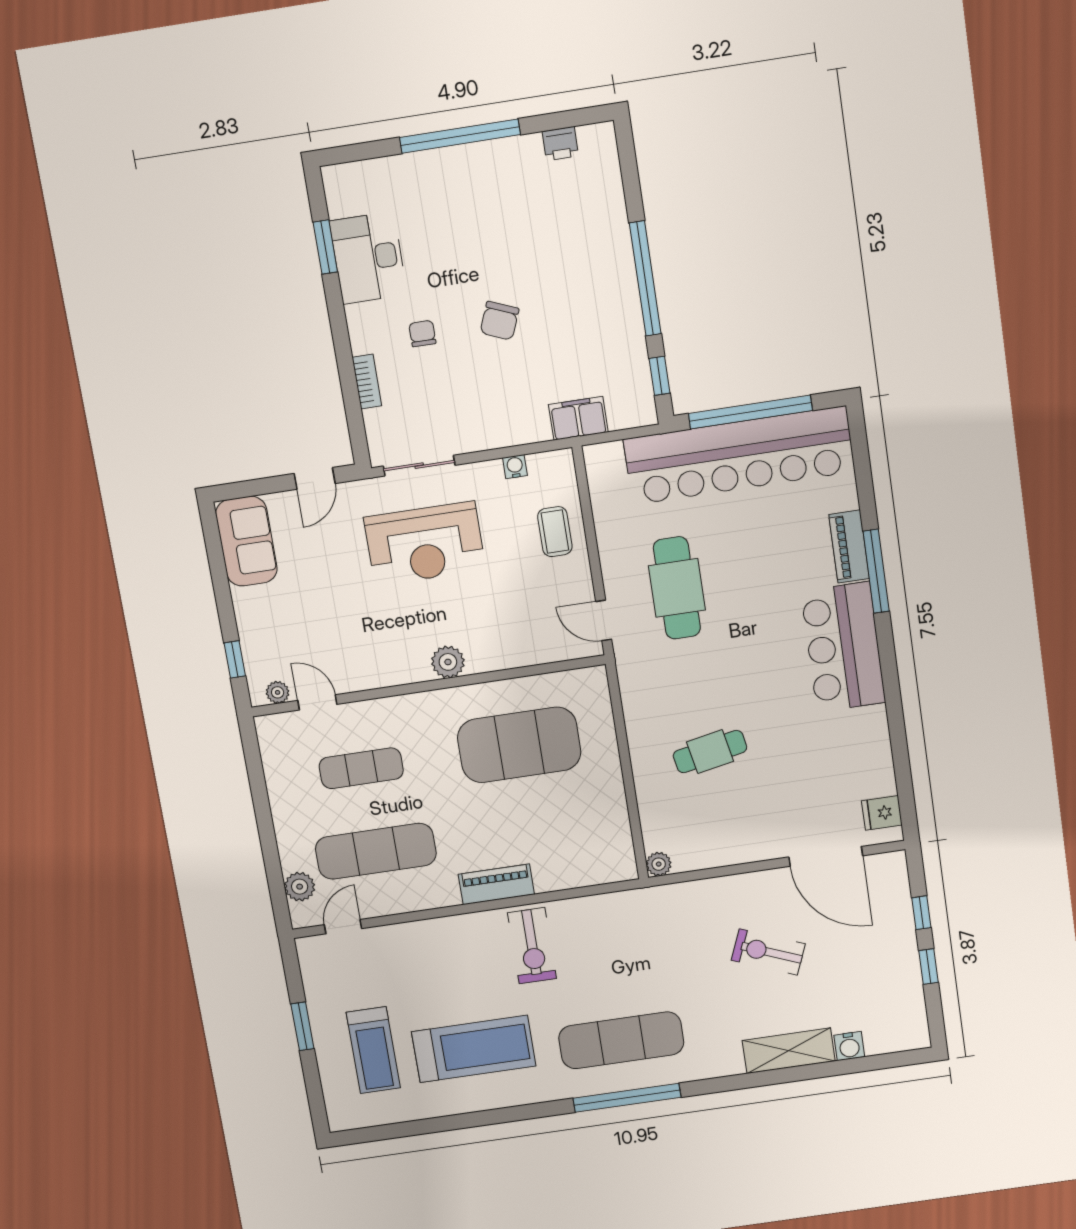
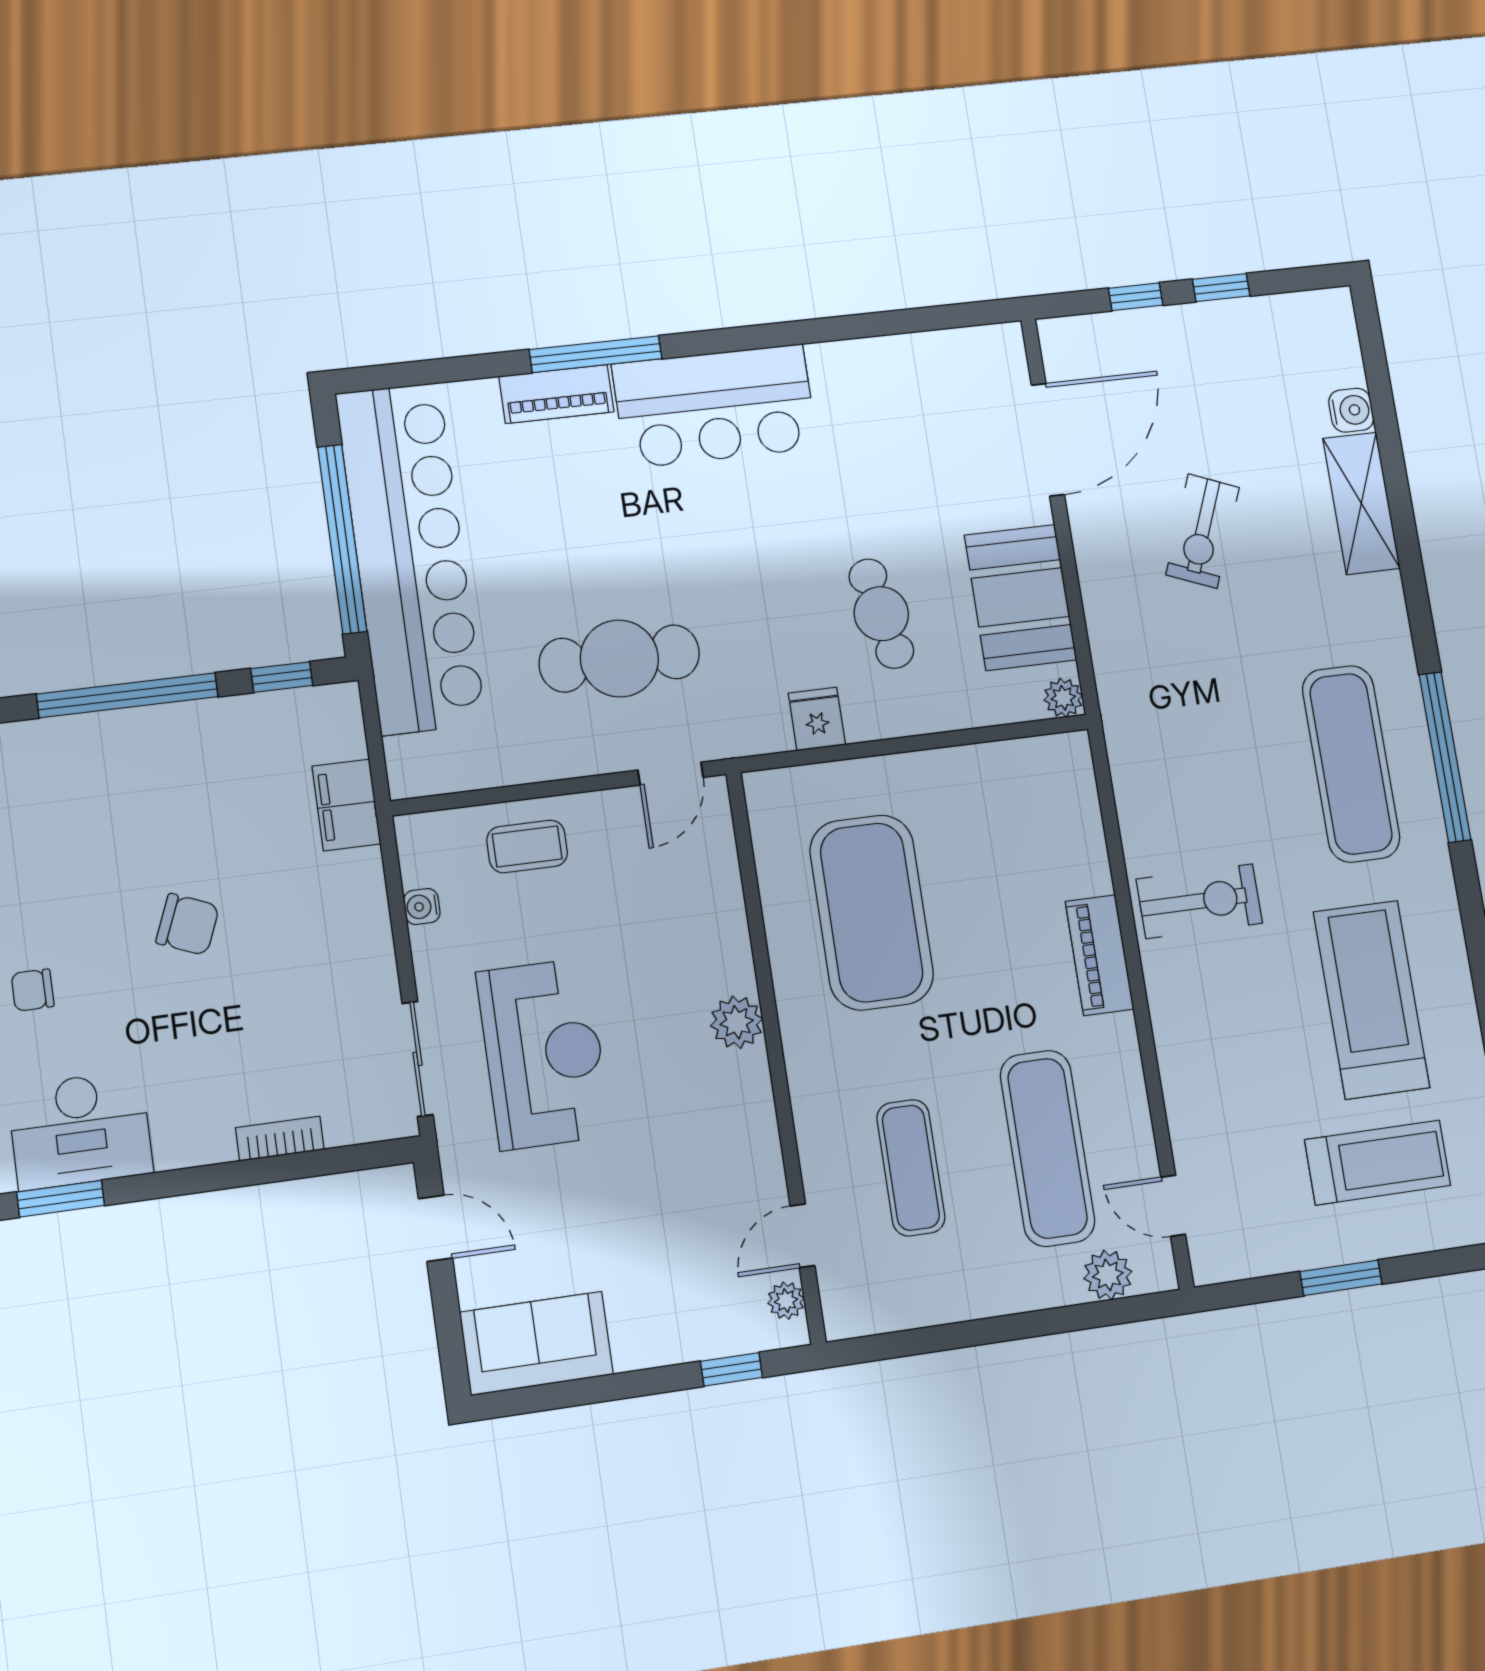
chair: (422, 334) -> (33, 990), moved
fridge: (882, 813) -> (817, 719), moved, turned 180
booth: (723, 838) -> (1020, 597), added

